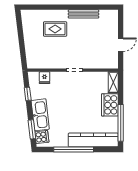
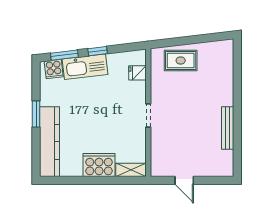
rug: (55, 29) -> (181, 60), moved, turned 90
window: (28, 94) -> (98, 51), moved
window: (121, 123) -> (74, 180), removed
window: (74, 149) -> (36, 114), width x0.47

